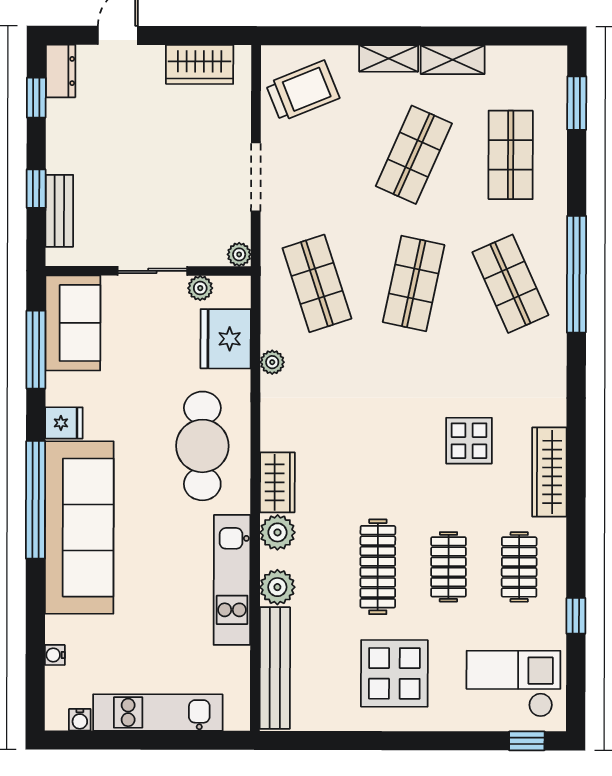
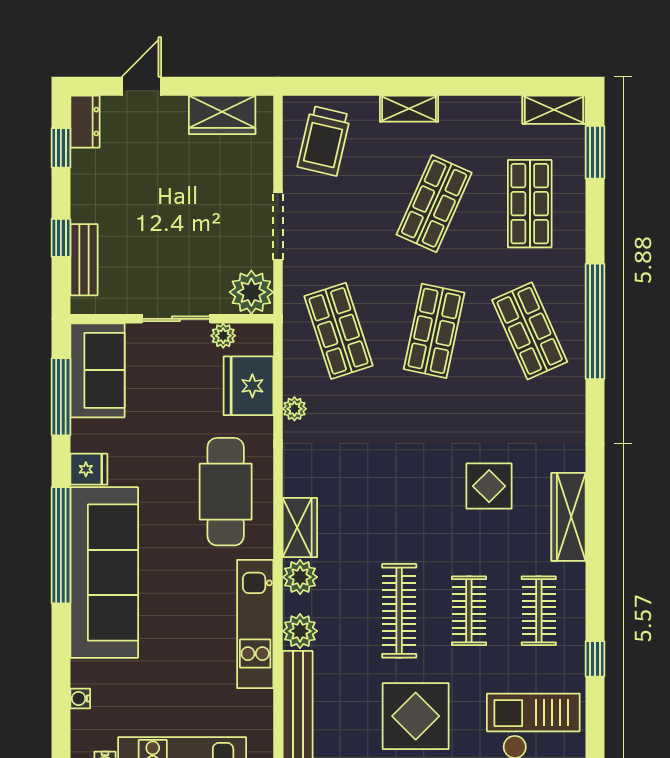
shelving: (453, 60) -> (554, 110), moved
trolley: (303, 91) -> (324, 141), turned 125
plant: (239, 254) -> (251, 292), width x1.87, depth x1.87

